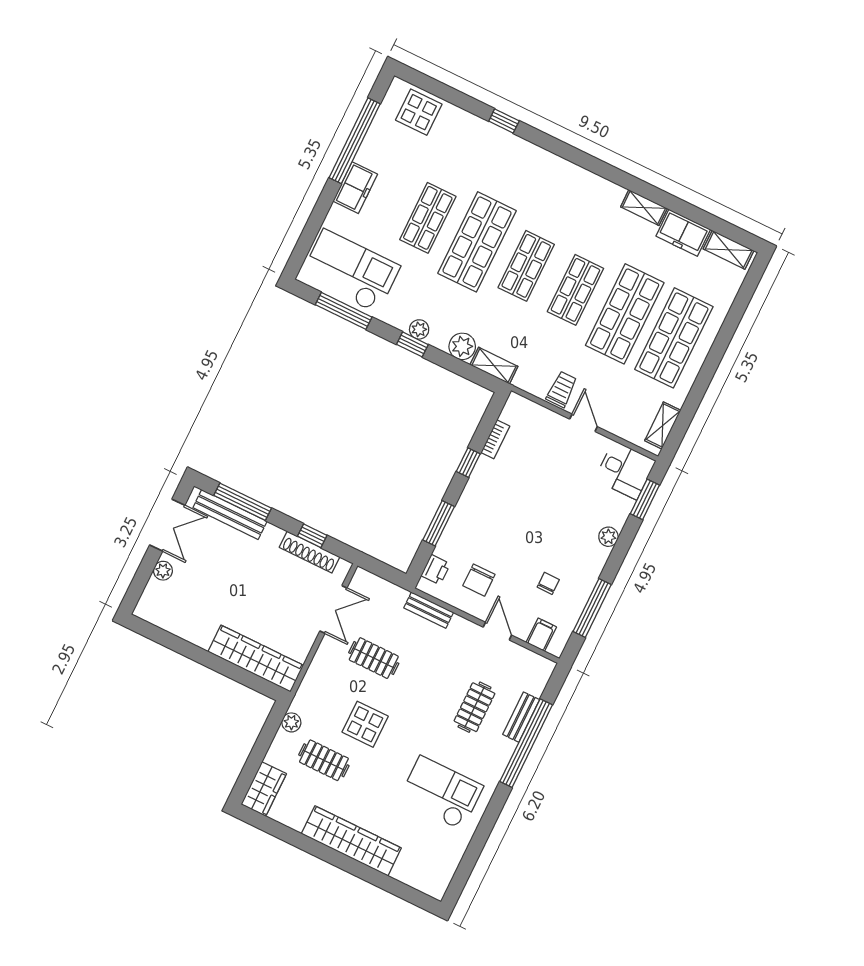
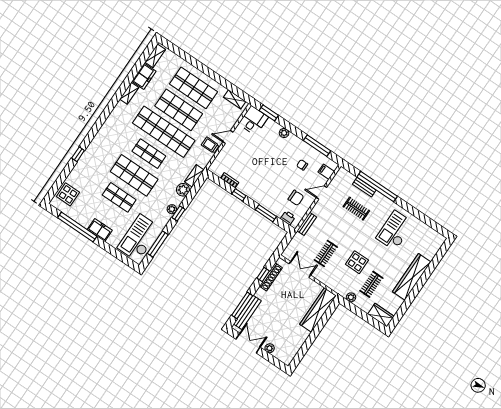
shop shelf: (575, 290) -> (164, 132), width x2.00, depth x1.36

